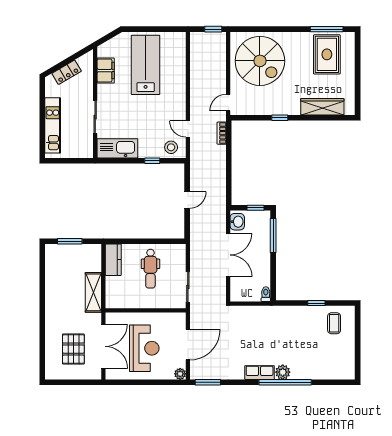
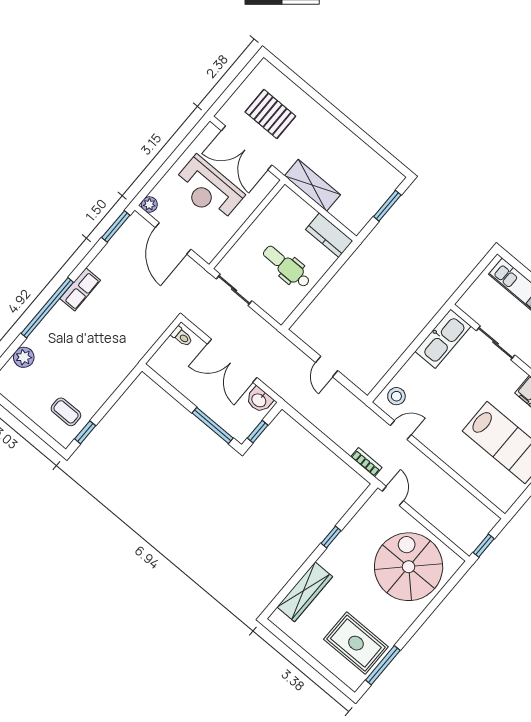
spiral stairs: (260, 61) -> (409, 567), turned 90
window: (152, 161) -> (399, 364), removed
toilet: (266, 294) -> (182, 337), moved
window: (316, 303) -> (85, 432), moved
plant: (283, 372) -> (24, 357), moved

